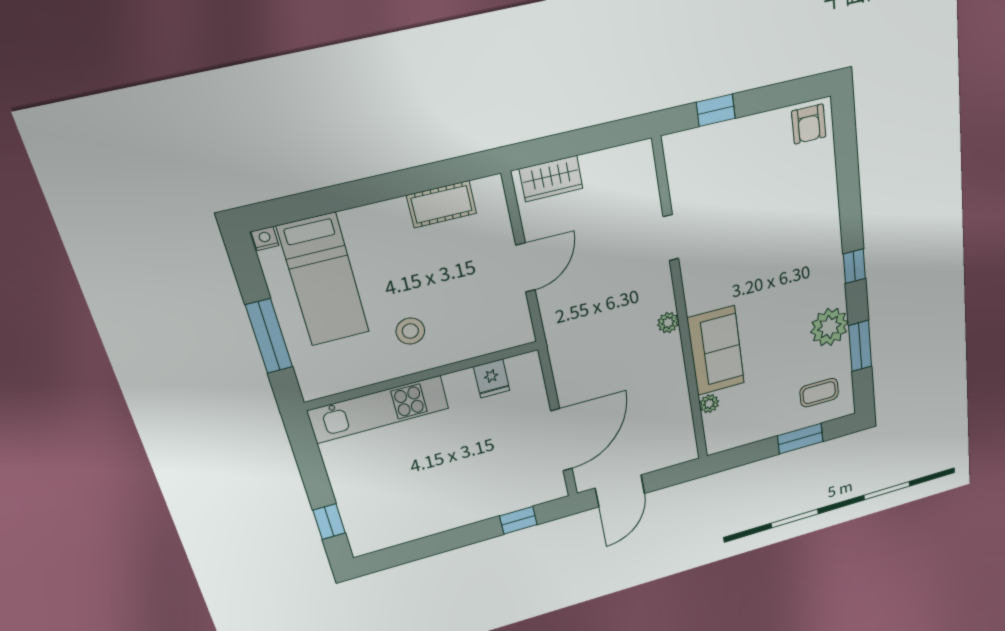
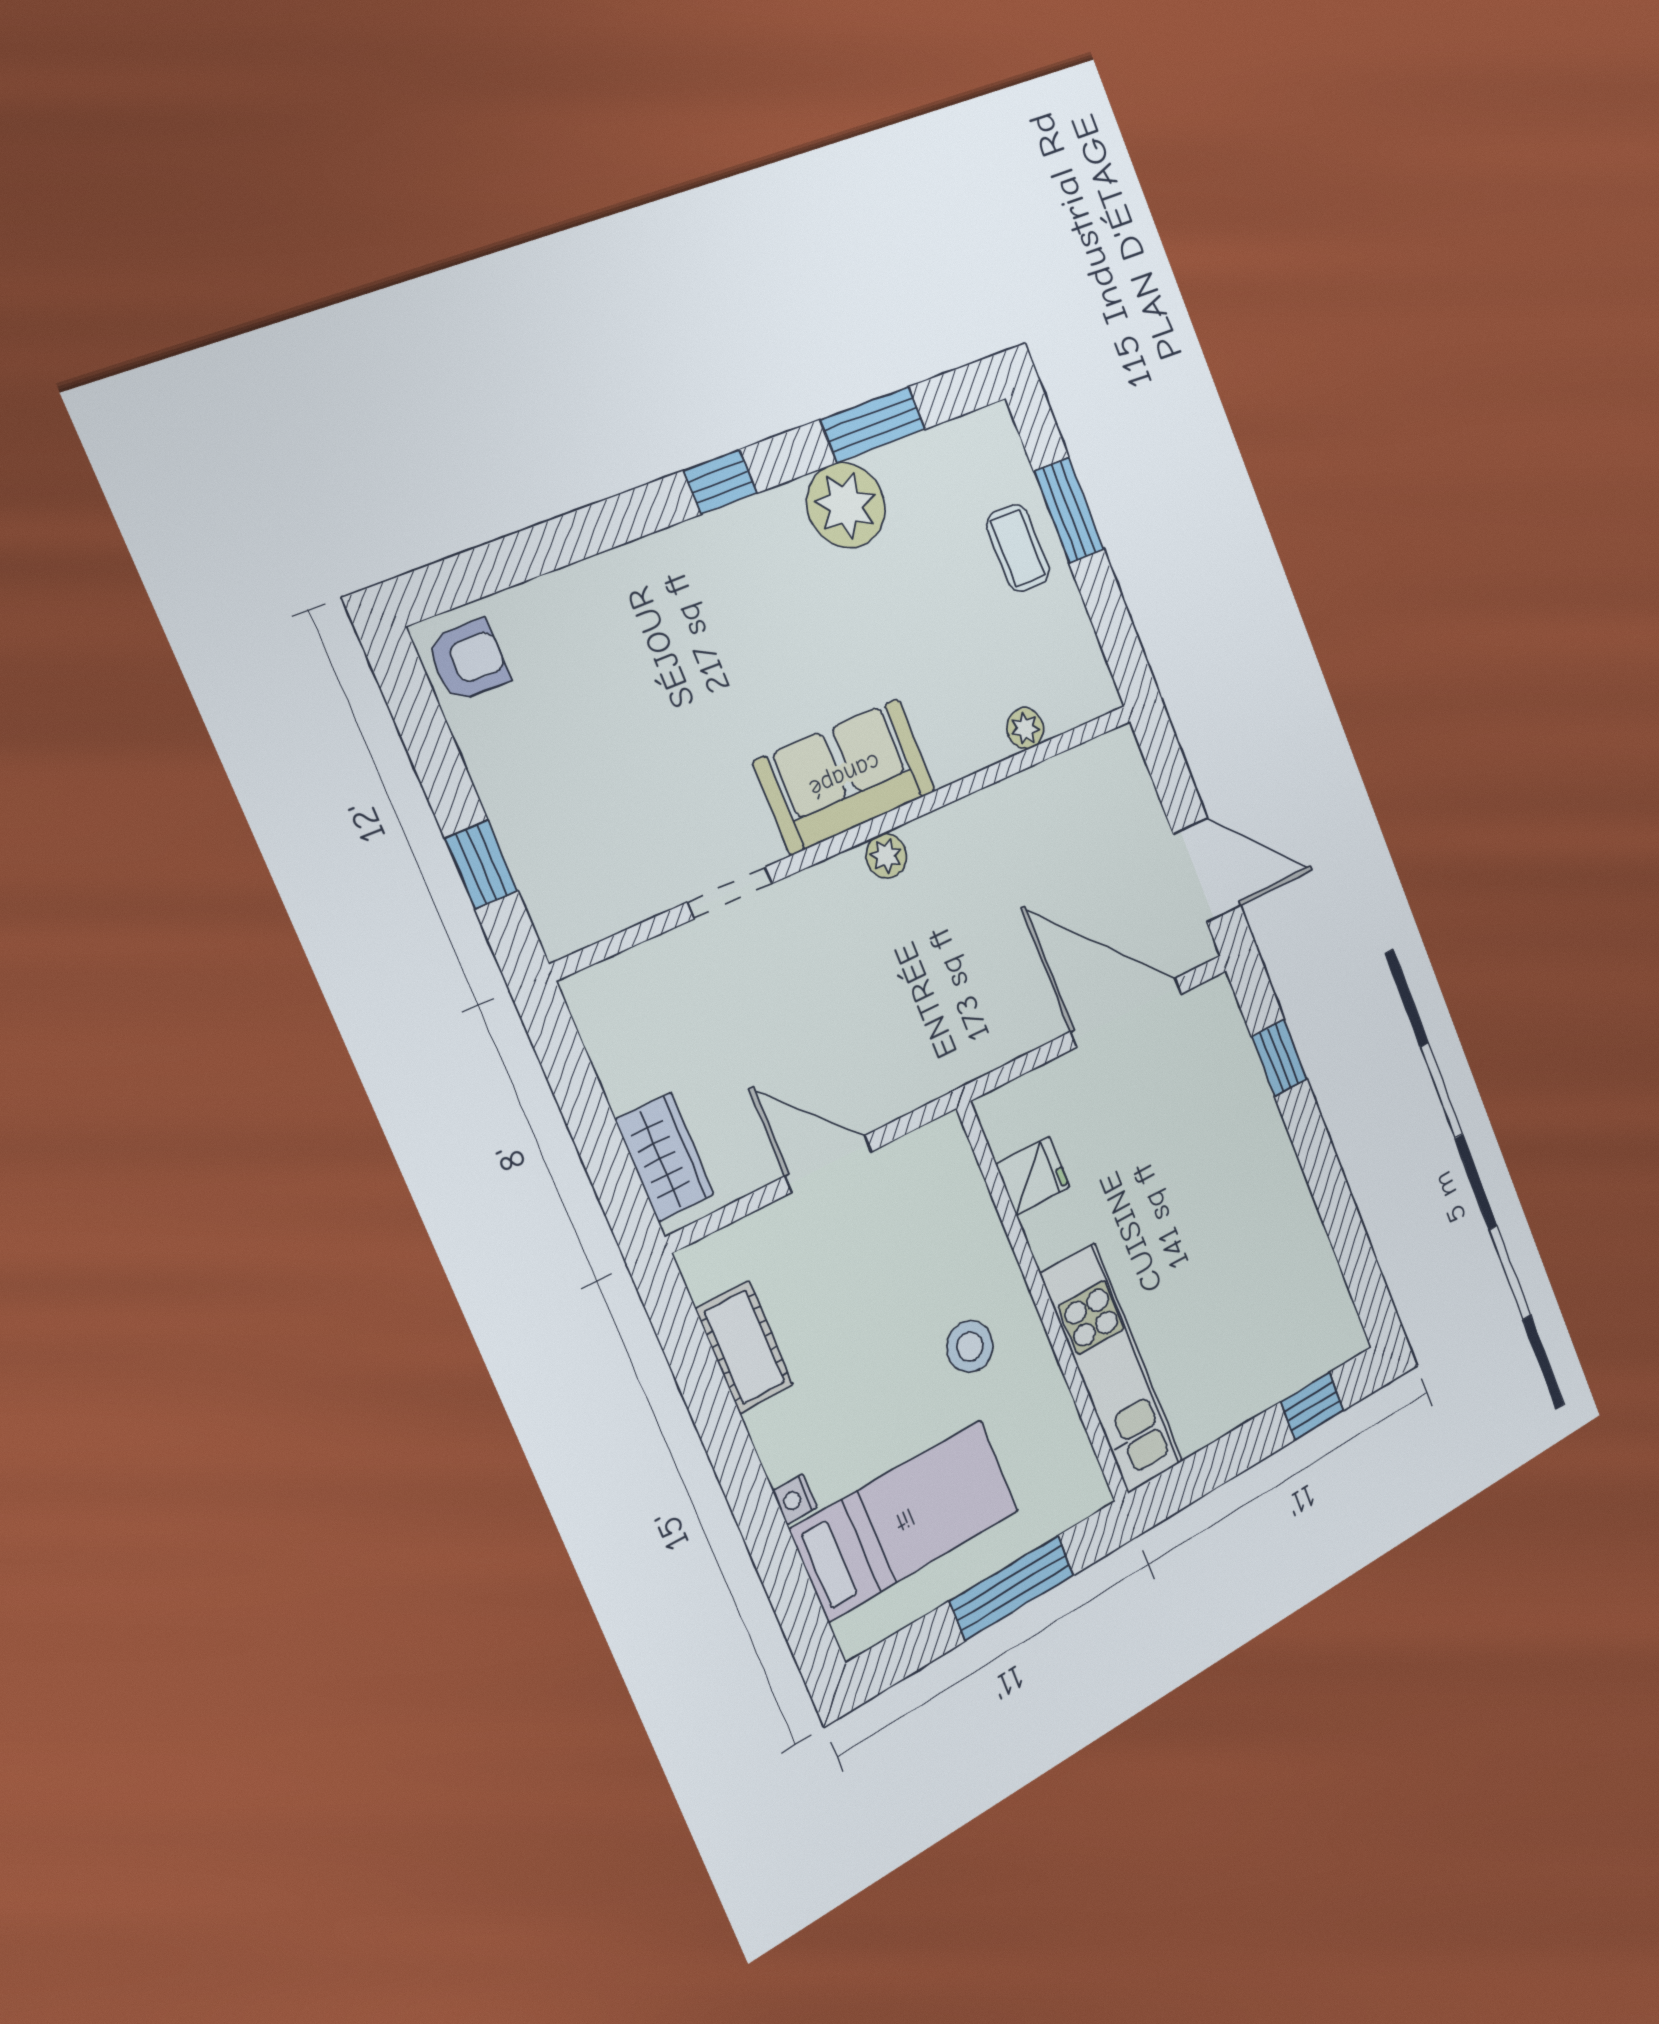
nightstand: (265, 239) -> (795, 1499), moved
sofa: (716, 351) -> (845, 776), moved
coffee table: (819, 393) -> (1018, 548), moved

